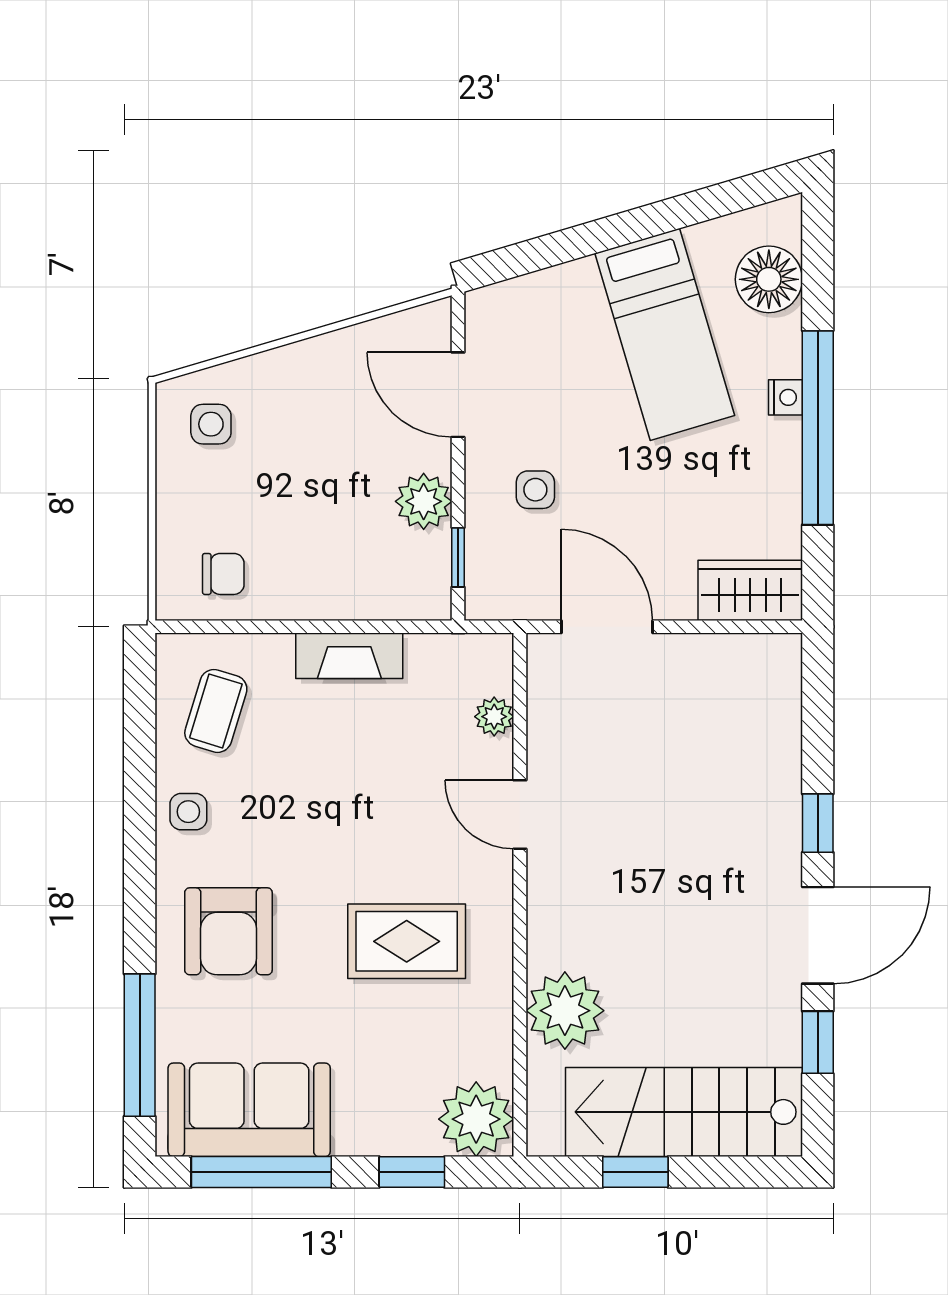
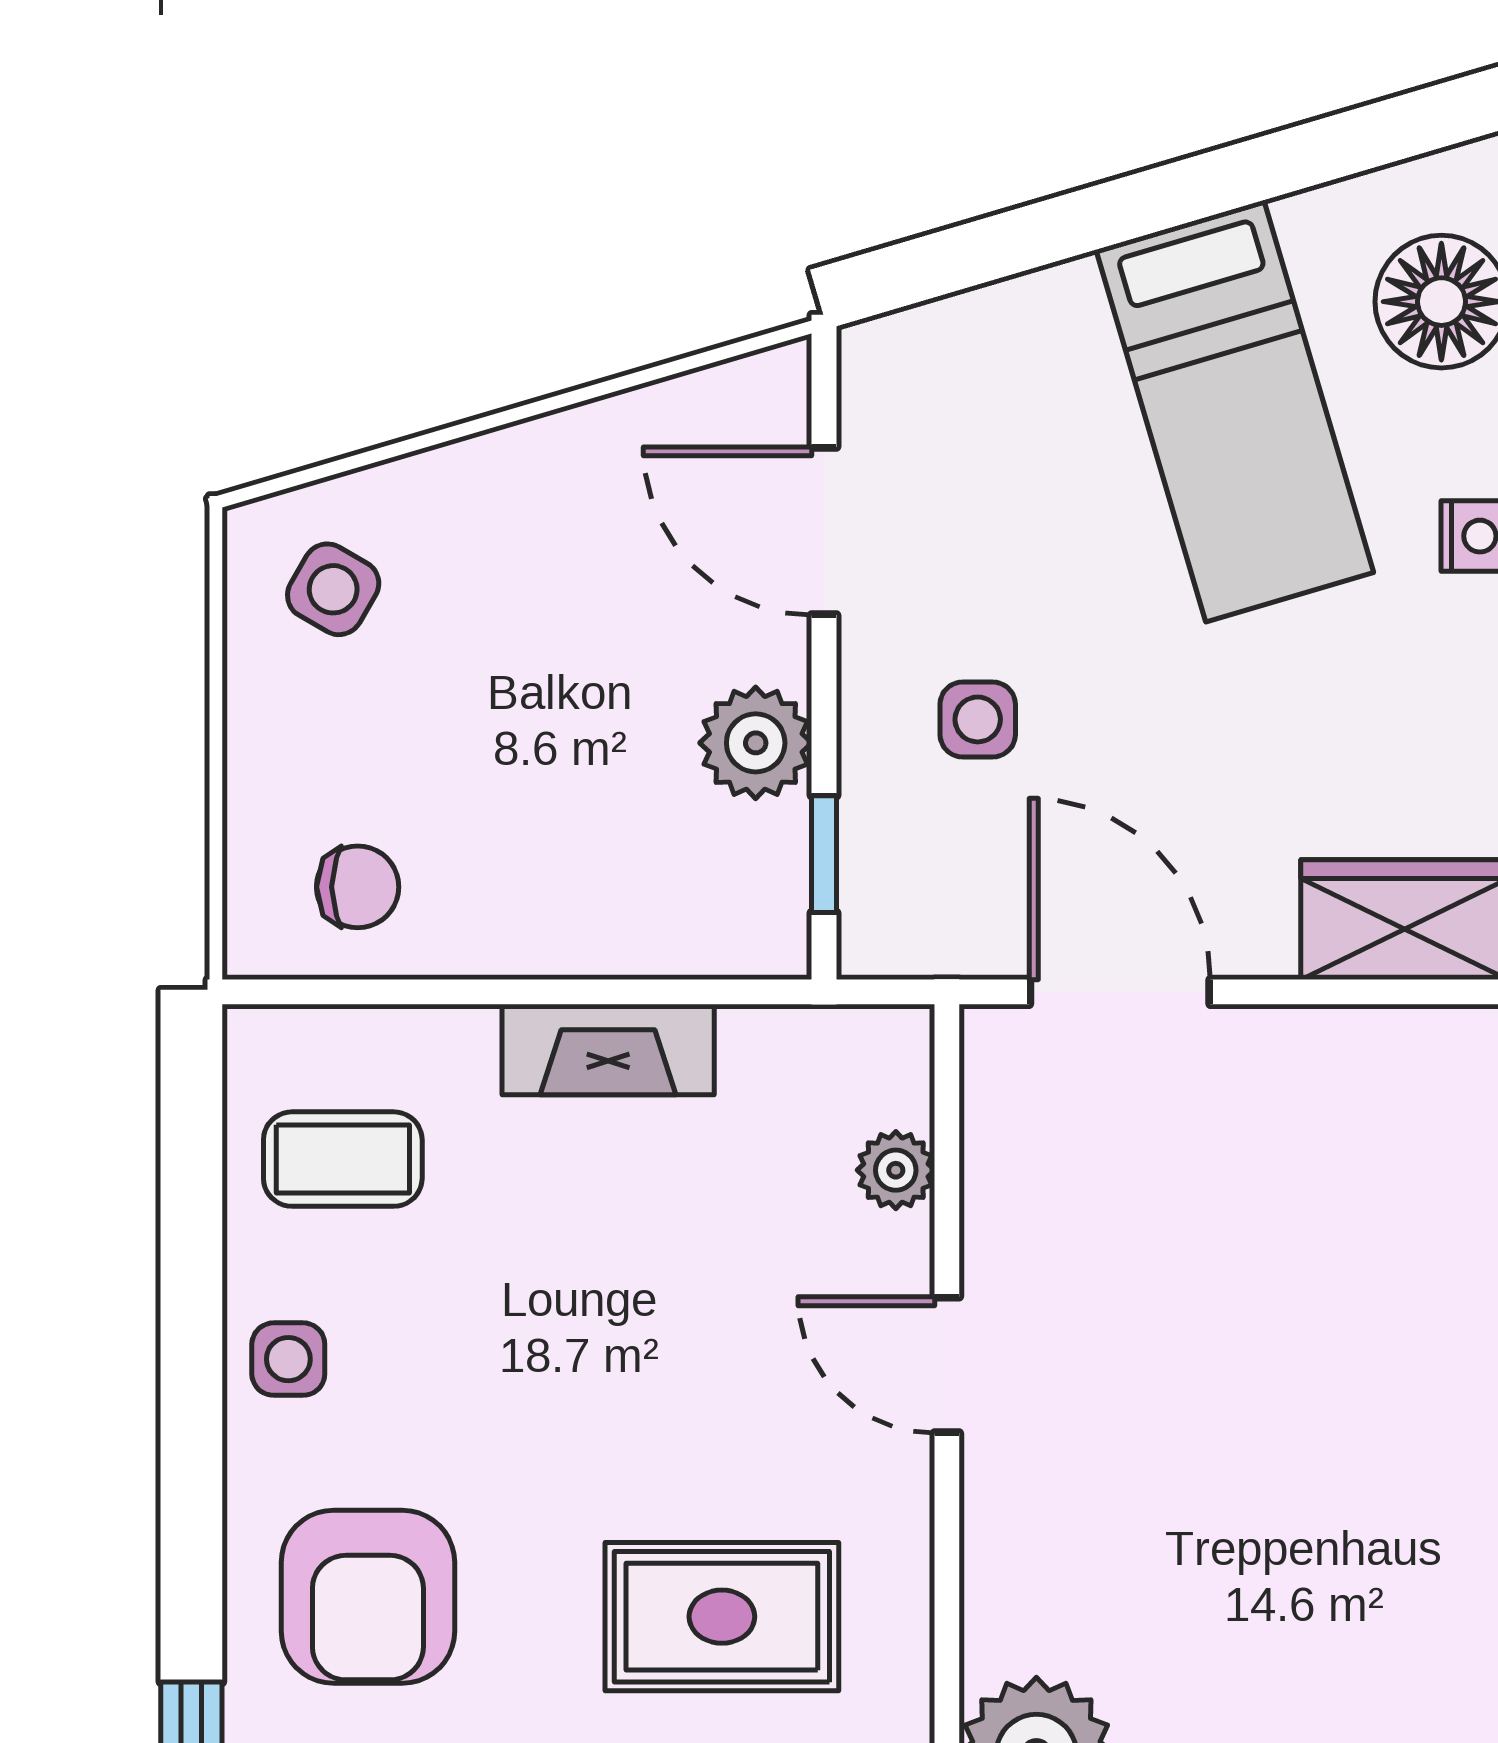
side table: (211, 424) -> (333, 589), turned 30
coffee table: (216, 711) -> (343, 1159), turned 73

